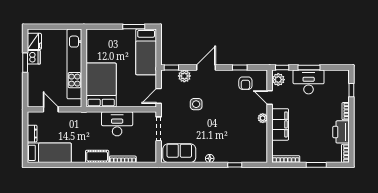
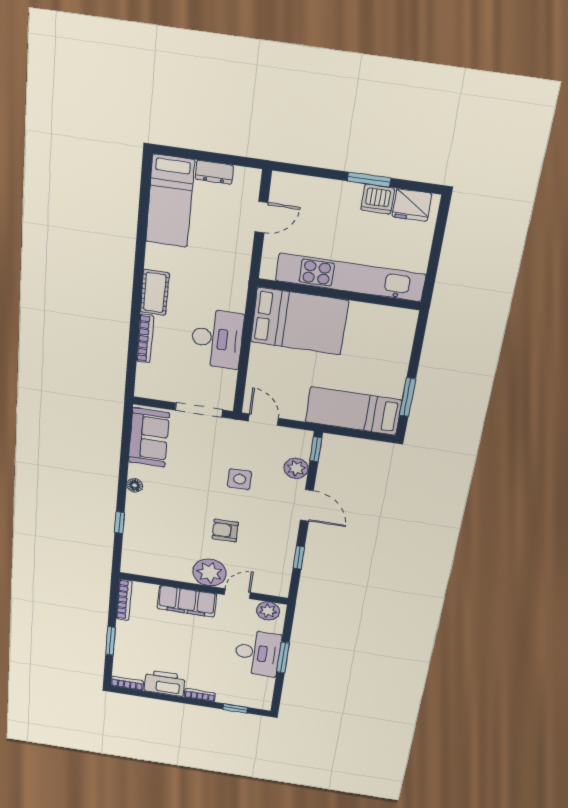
window: (282, 68) -> (289, 620), removed
armchair: (245, 83) -> (225, 530), moved
plant: (263, 118) -> (209, 573), width x1.88, depth x1.88

